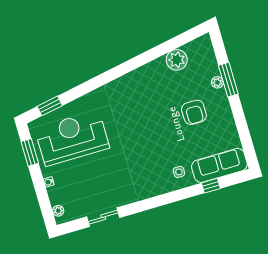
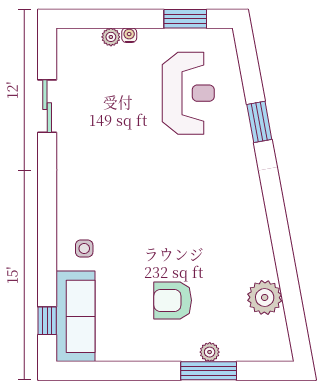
window: (50, 106) -> (259, 122), moved
reception desk: (72, 138) -> (188, 93), width x0.74, depth x0.77
window: (211, 186) -> (47, 321), moved
plant: (58, 211) -> (111, 37), moved

